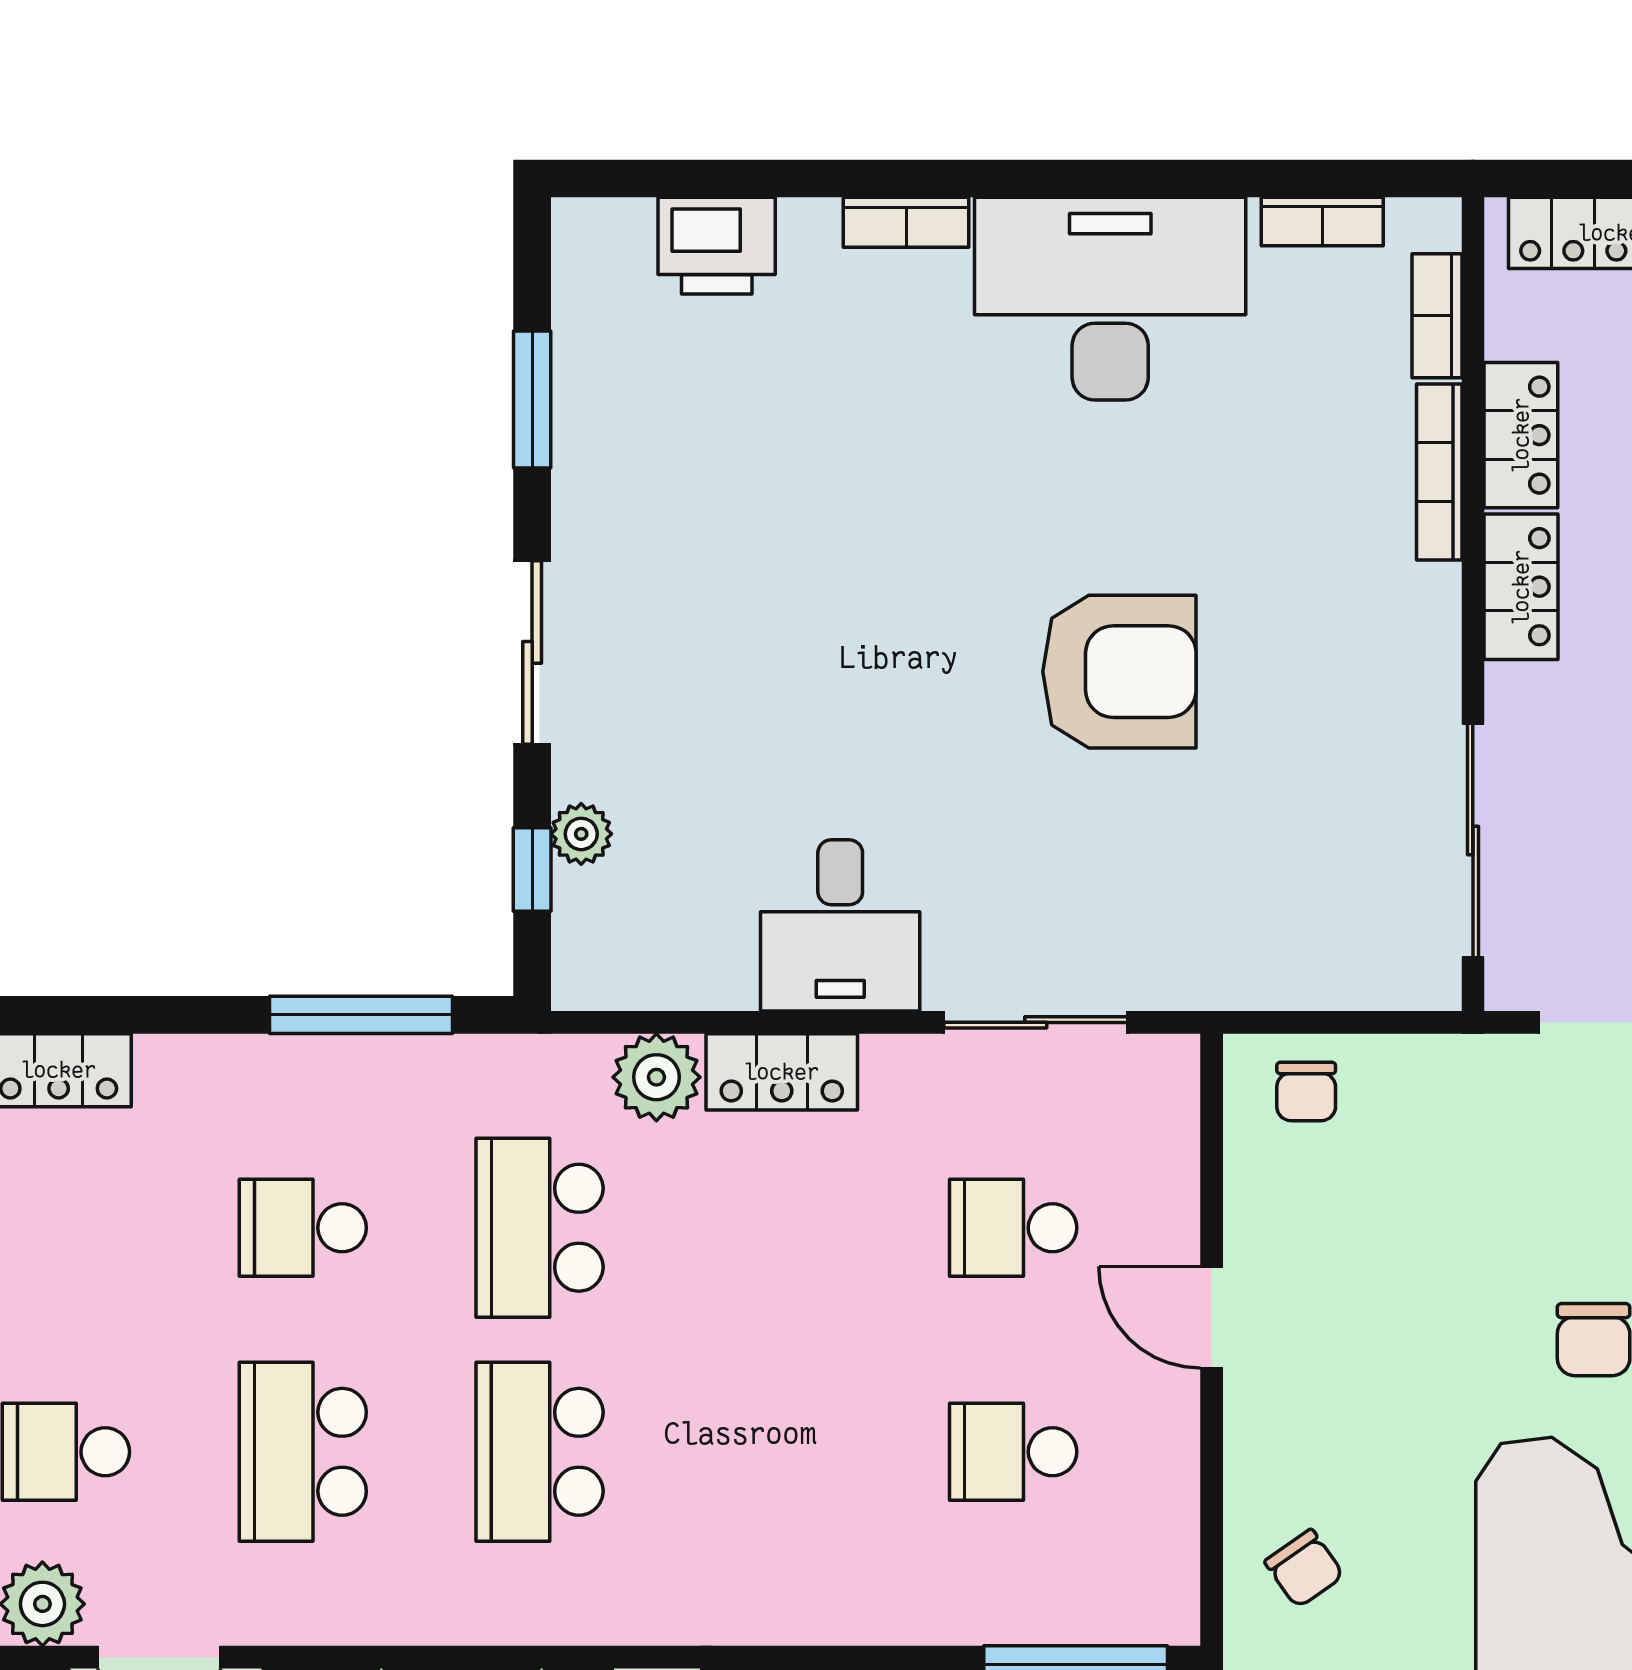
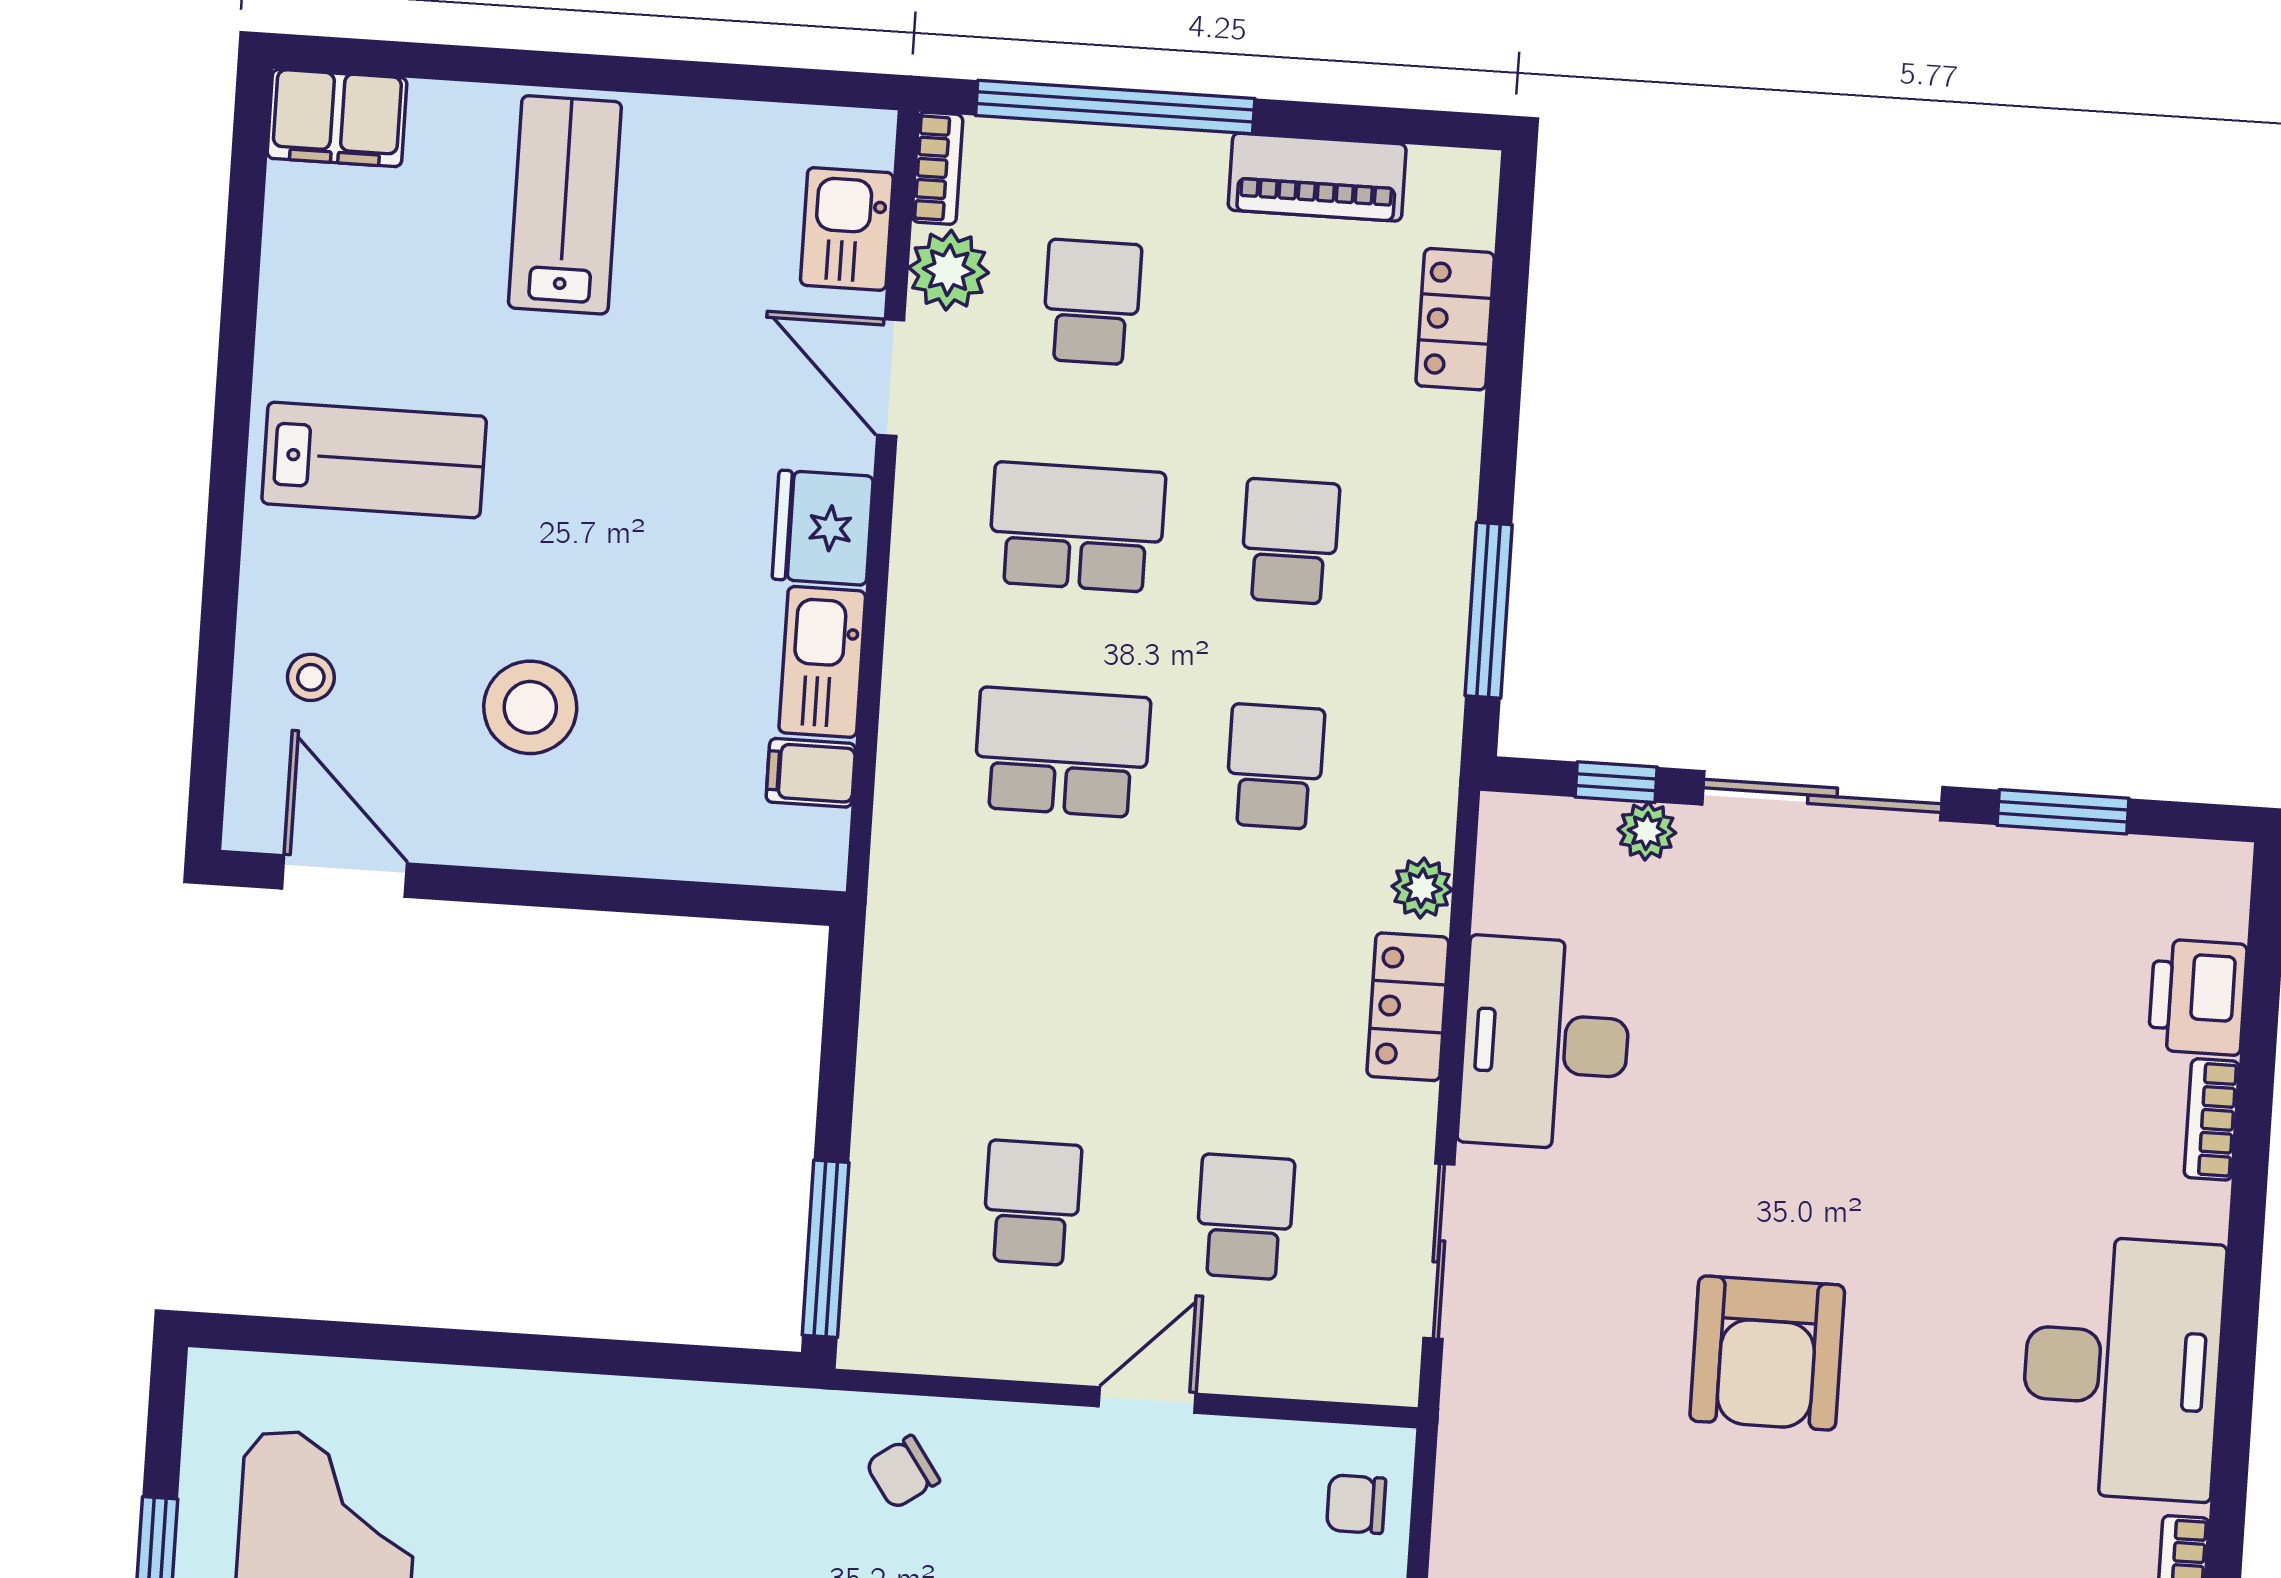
bookcase: (906, 222) -> (2212, 1119), moved
sliding door: (532, 652) -> (1822, 796), width x1.37
desk: (840, 925) -> (1545, 1043), width x1.37
plant: (656, 1077) -> (1422, 888), width x0.73, depth x0.73
school desk: (540, 1228) -> (1275, 767), width x0.54

